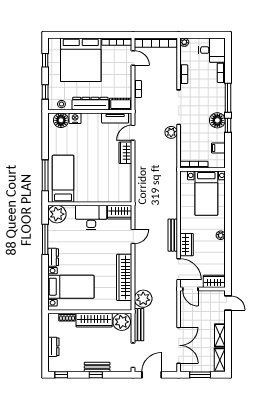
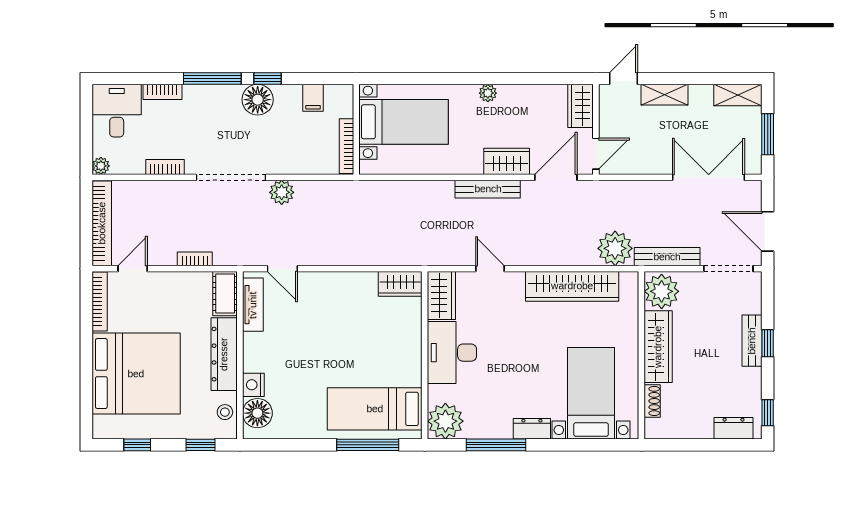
wardrobe: (125, 153) -> (400, 284), moved
shelving: (220, 335) -> (664, 95), moved
dresser: (53, 347) -> (734, 428), moved

